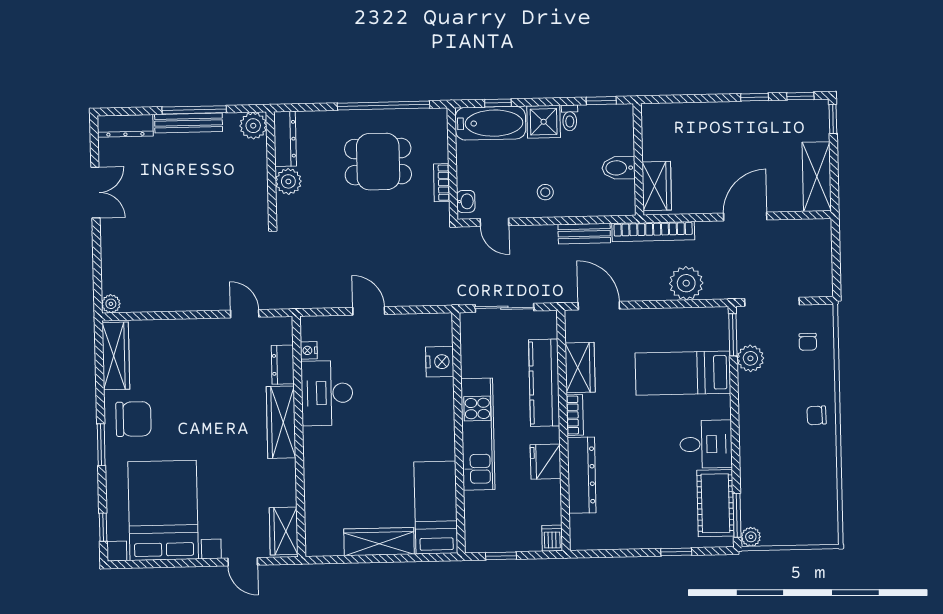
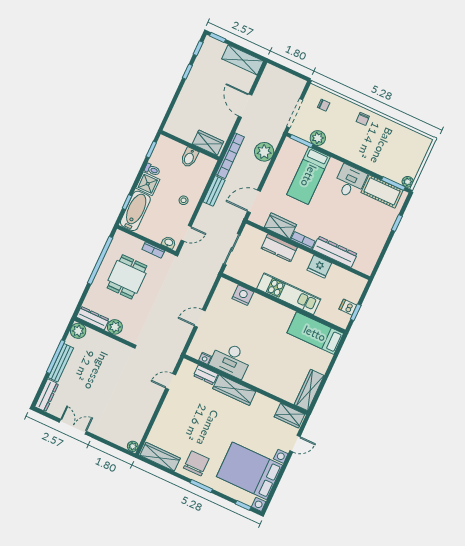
kitchen counter: (544, 383) -> (279, 248), width x0.67
dishwasher: (552, 538) -> (348, 307), moved
wardrobe: (379, 542) -> (309, 390), moved

